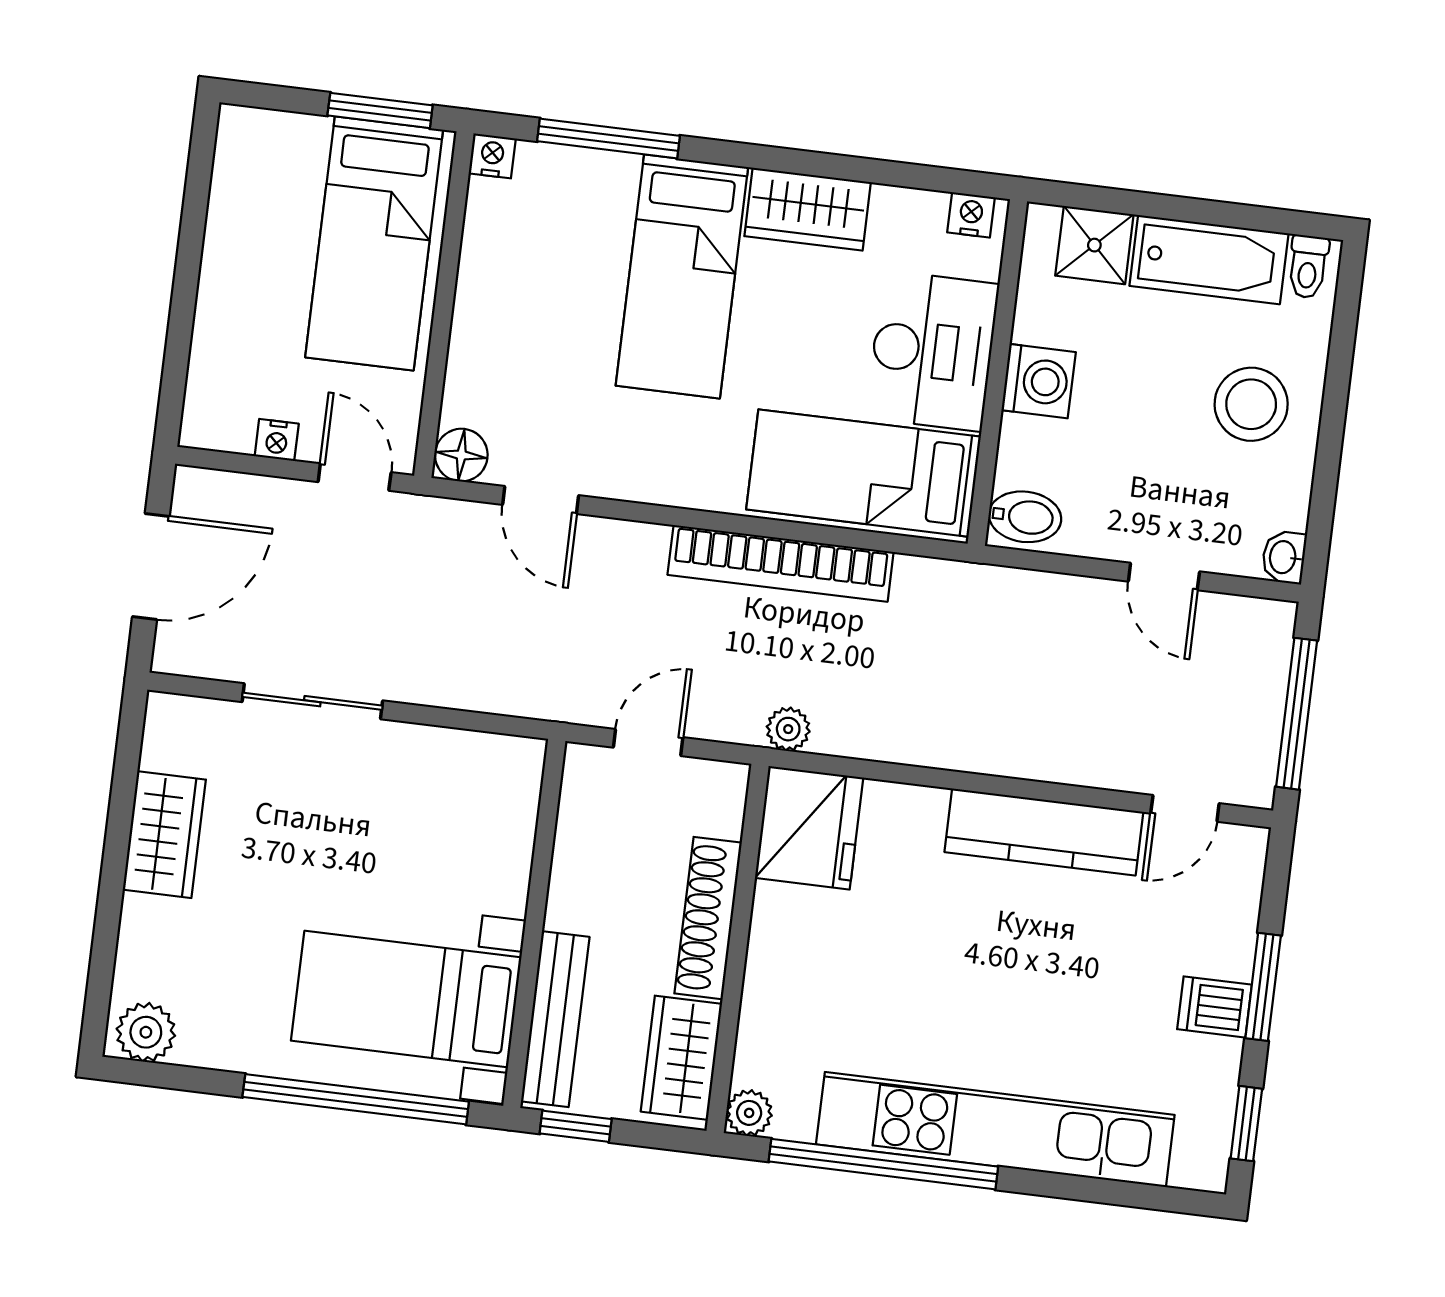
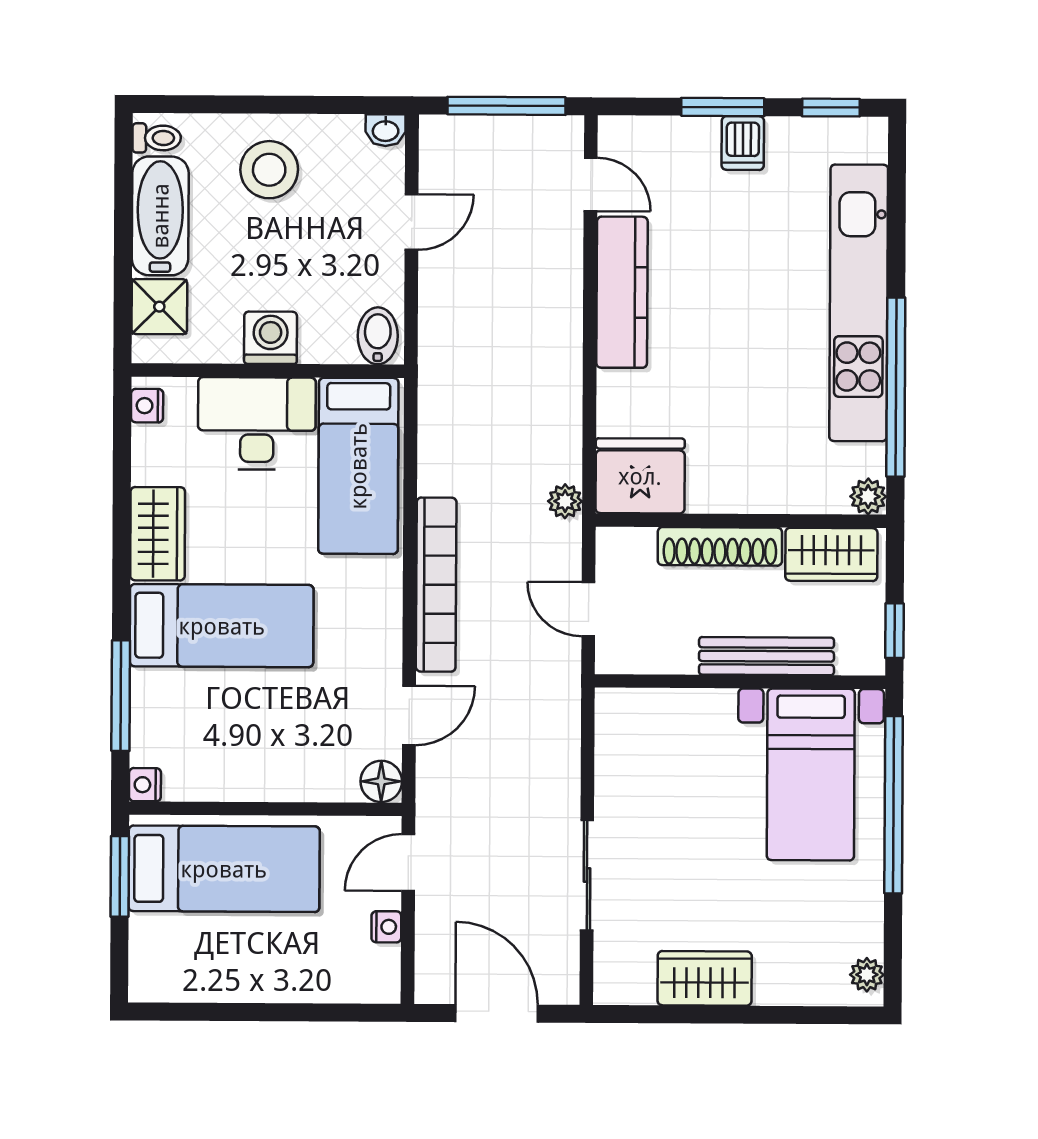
bookcase: (781, 563) -> (436, 585), moved
bench: (555, 1019) -> (766, 656), moved
plant: (146, 1032) -> (867, 975), width x0.73, depth x0.73

